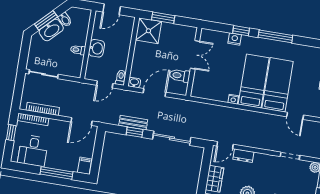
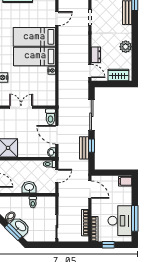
toilet: (180, 76) -> (50, 117), moved
door: (105, 84) -> (57, 176), hinge flipped
desk: (33, 151) -> (120, 221), width x1.37
window: (57, 173) -> (135, 218), moved

